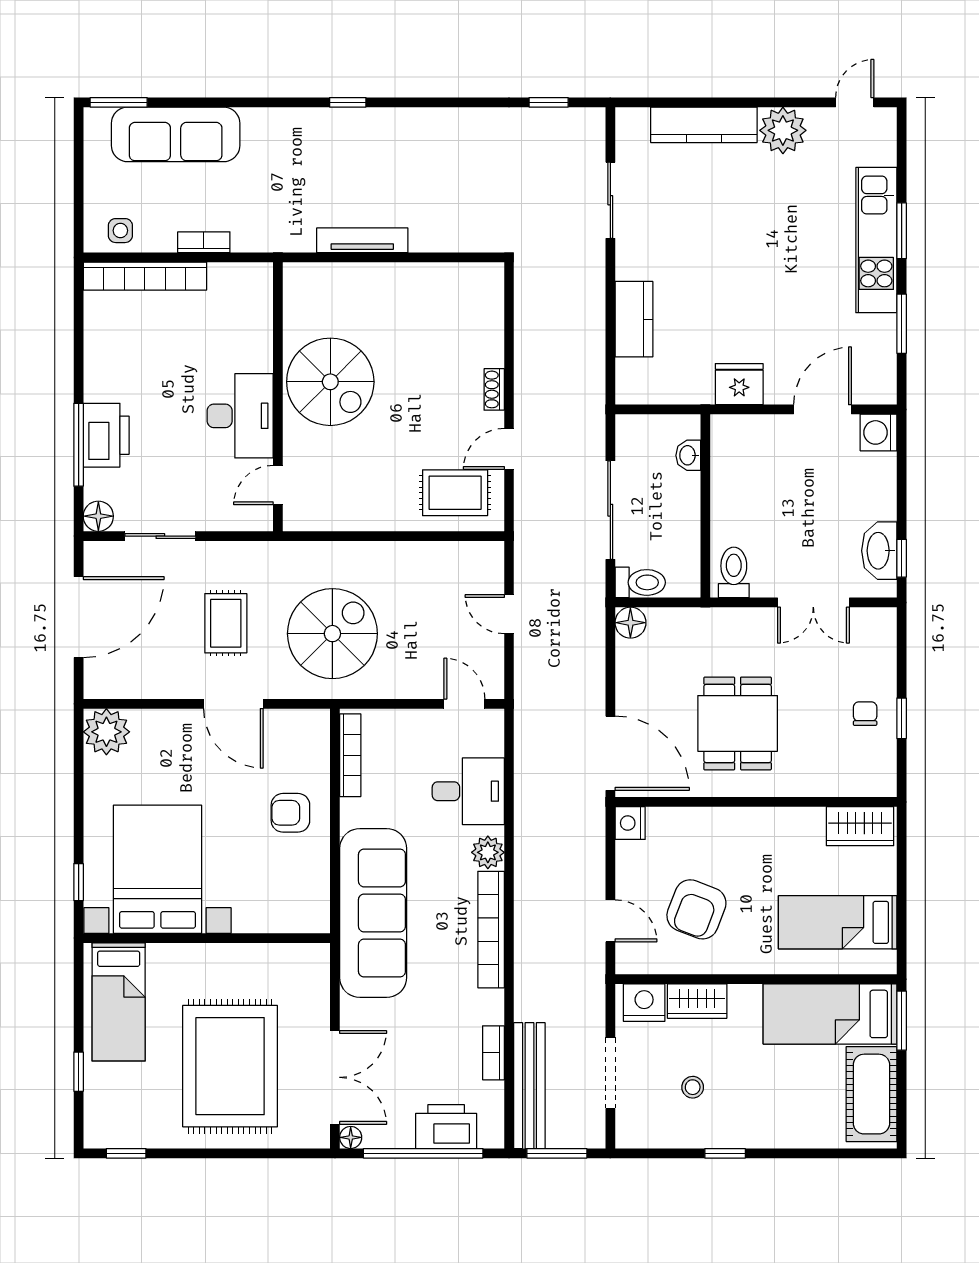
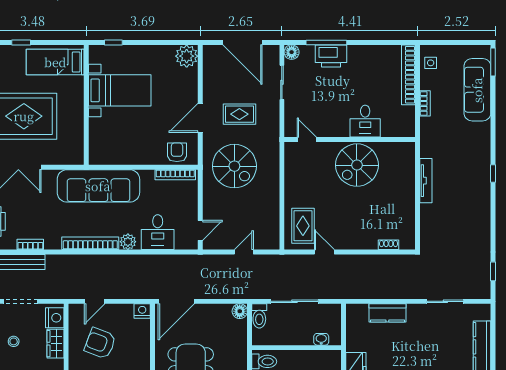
shoe rack: (494, 389) -> (388, 245), moved
desk: (240, 416) -> (365, 121), moved, width x0.73
armchair: (290, 813) -> (177, 152), moved
bed with nightstands: (157, 869) -> (120, 90), width x0.73

